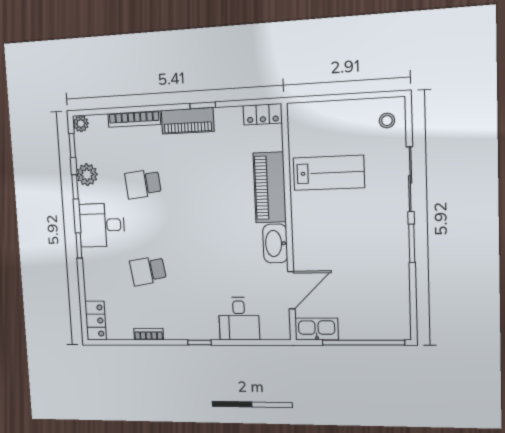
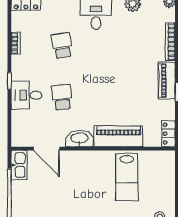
school desk: (143, 184) -> (62, 97), moved
desk: (239, 319) -> (26, 95), moved

